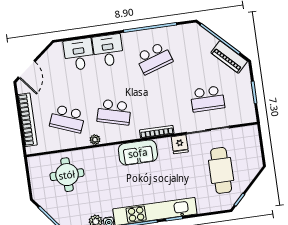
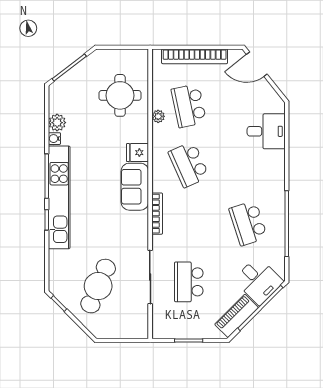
desk: (108, 50) -> (258, 281), moved, turned 45
school desk: (114, 112) -> (189, 164), turned -39
school desk: (67, 119) -> (189, 106), turned -33
plant: (95, 140) -> (158, 116), moved
fridge: (180, 144) -> (138, 153), moved
cafe table: (221, 170) -> (98, 286), turned -67

